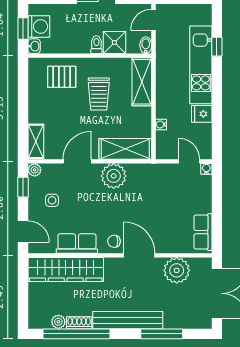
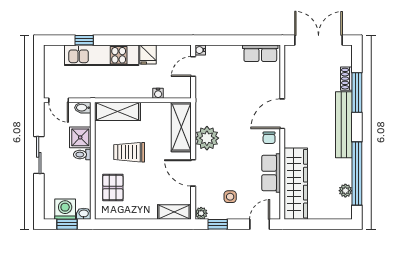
trolley: (99, 94) -> (129, 152), turned 180
plant: (177, 270) -> (297, 78), removed
shoe rack: (79, 323) -> (346, 79), moved

